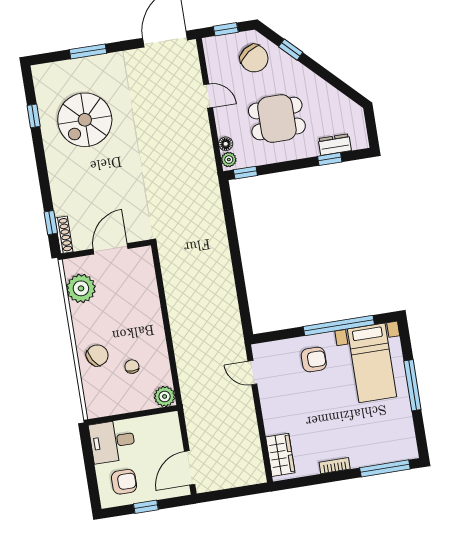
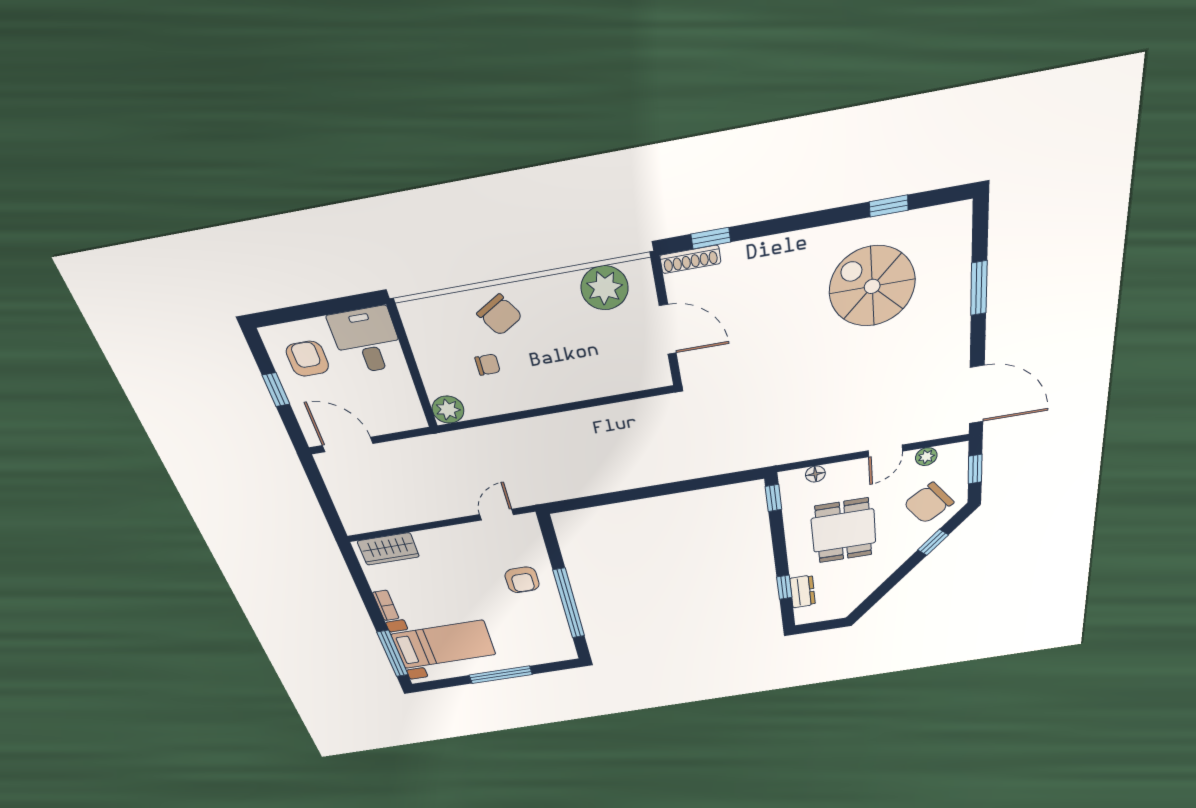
plant: (229, 160) -> (926, 457), moved
bed with nightstands: (372, 363) -> (444, 644), moved, turned 180
armchair: (124, 482) -> (307, 359), turned 180

